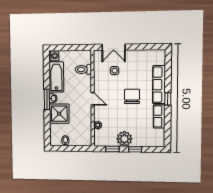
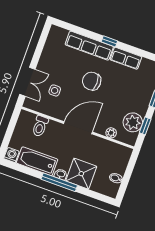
window: (47, 99) -> (59, 182), width x1.44
door: (93, 99) -> (78, 128), width x1.87
plant: (124, 139) -> (133, 122), moved

